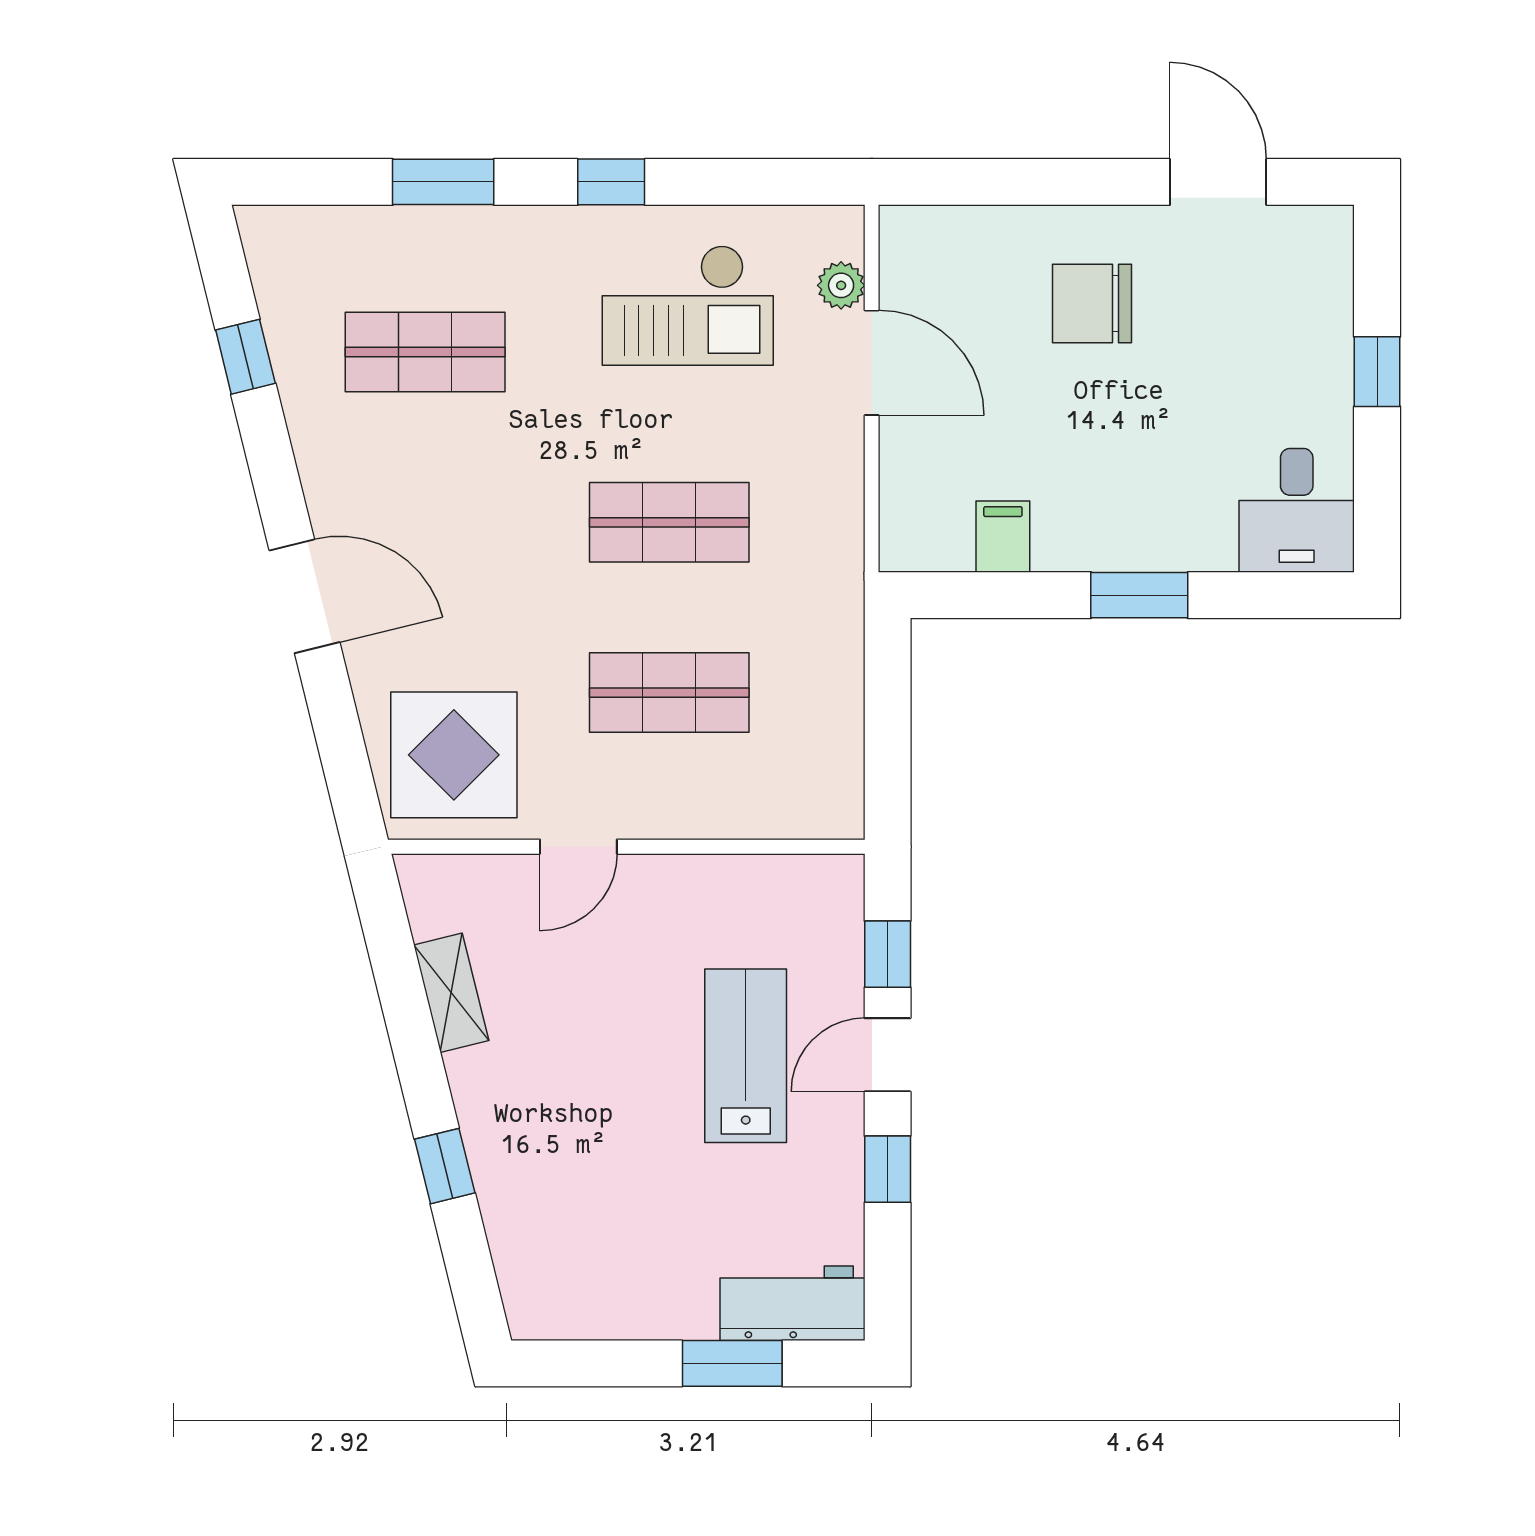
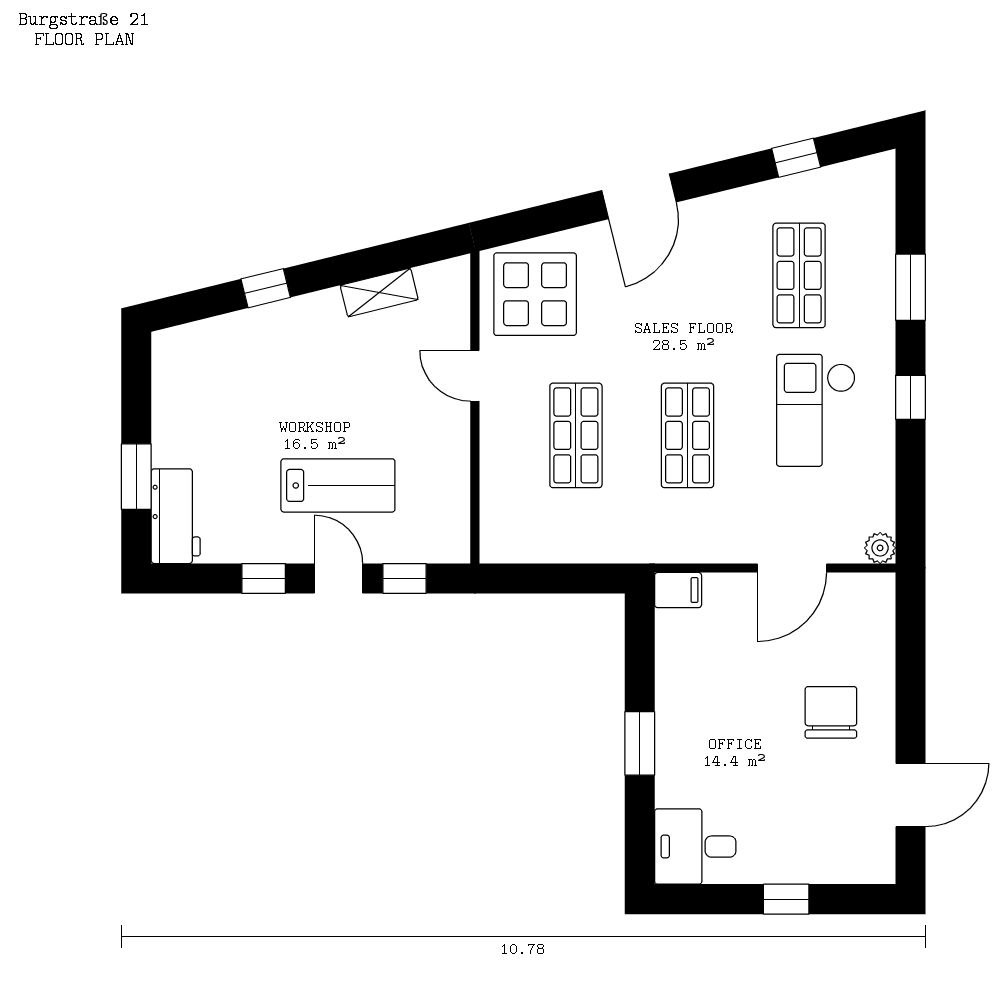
plant: (841, 285) -> (880, 548), moved
checkout: (688, 305) -> (816, 410), moved
filing cabinet: (1003, 537) -> (678, 590), moved

